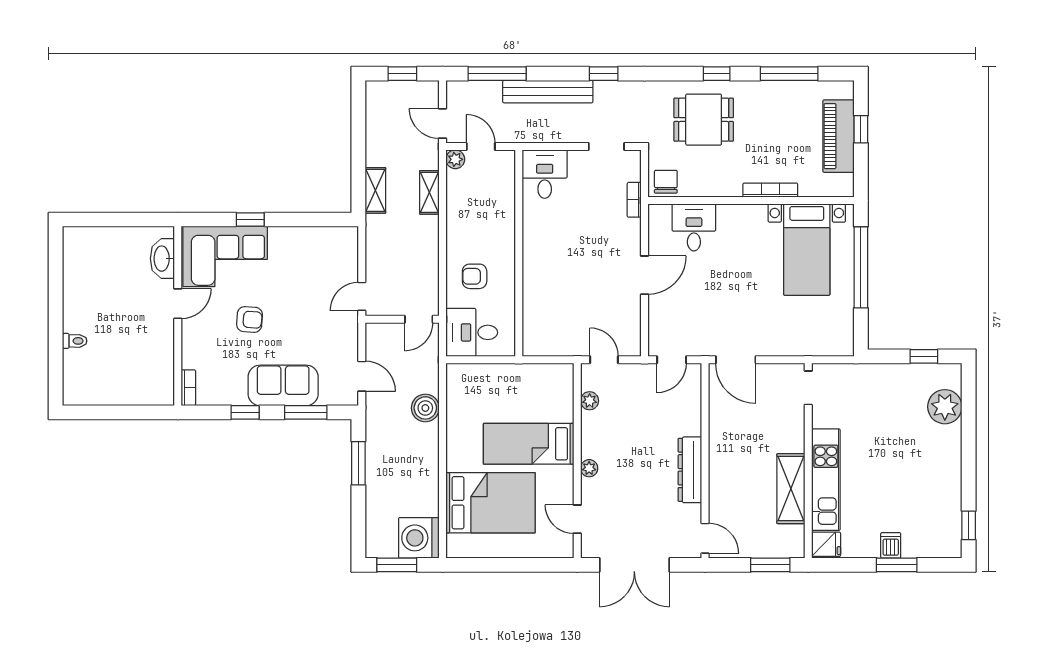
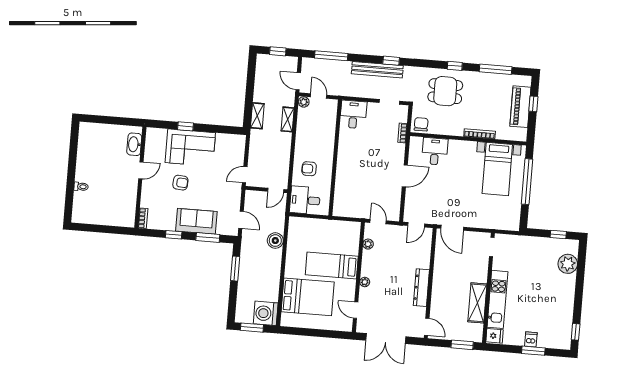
bench: (548, 92) -> (377, 70), moved
corner sofa: (225, 256) -> (190, 148), moved

